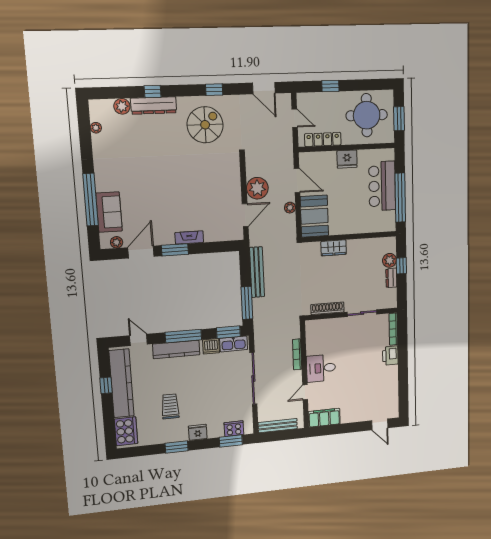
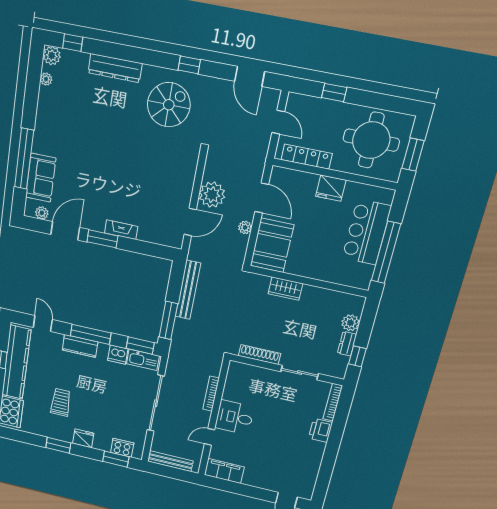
window: (153, 92) -> (73, 43), moved
plant: (122, 106) -> (52, 56), moved
window: (401, 266) -> (357, 356), moved
kitchen counter: (176, 349) -> (80, 346), width x0.67

